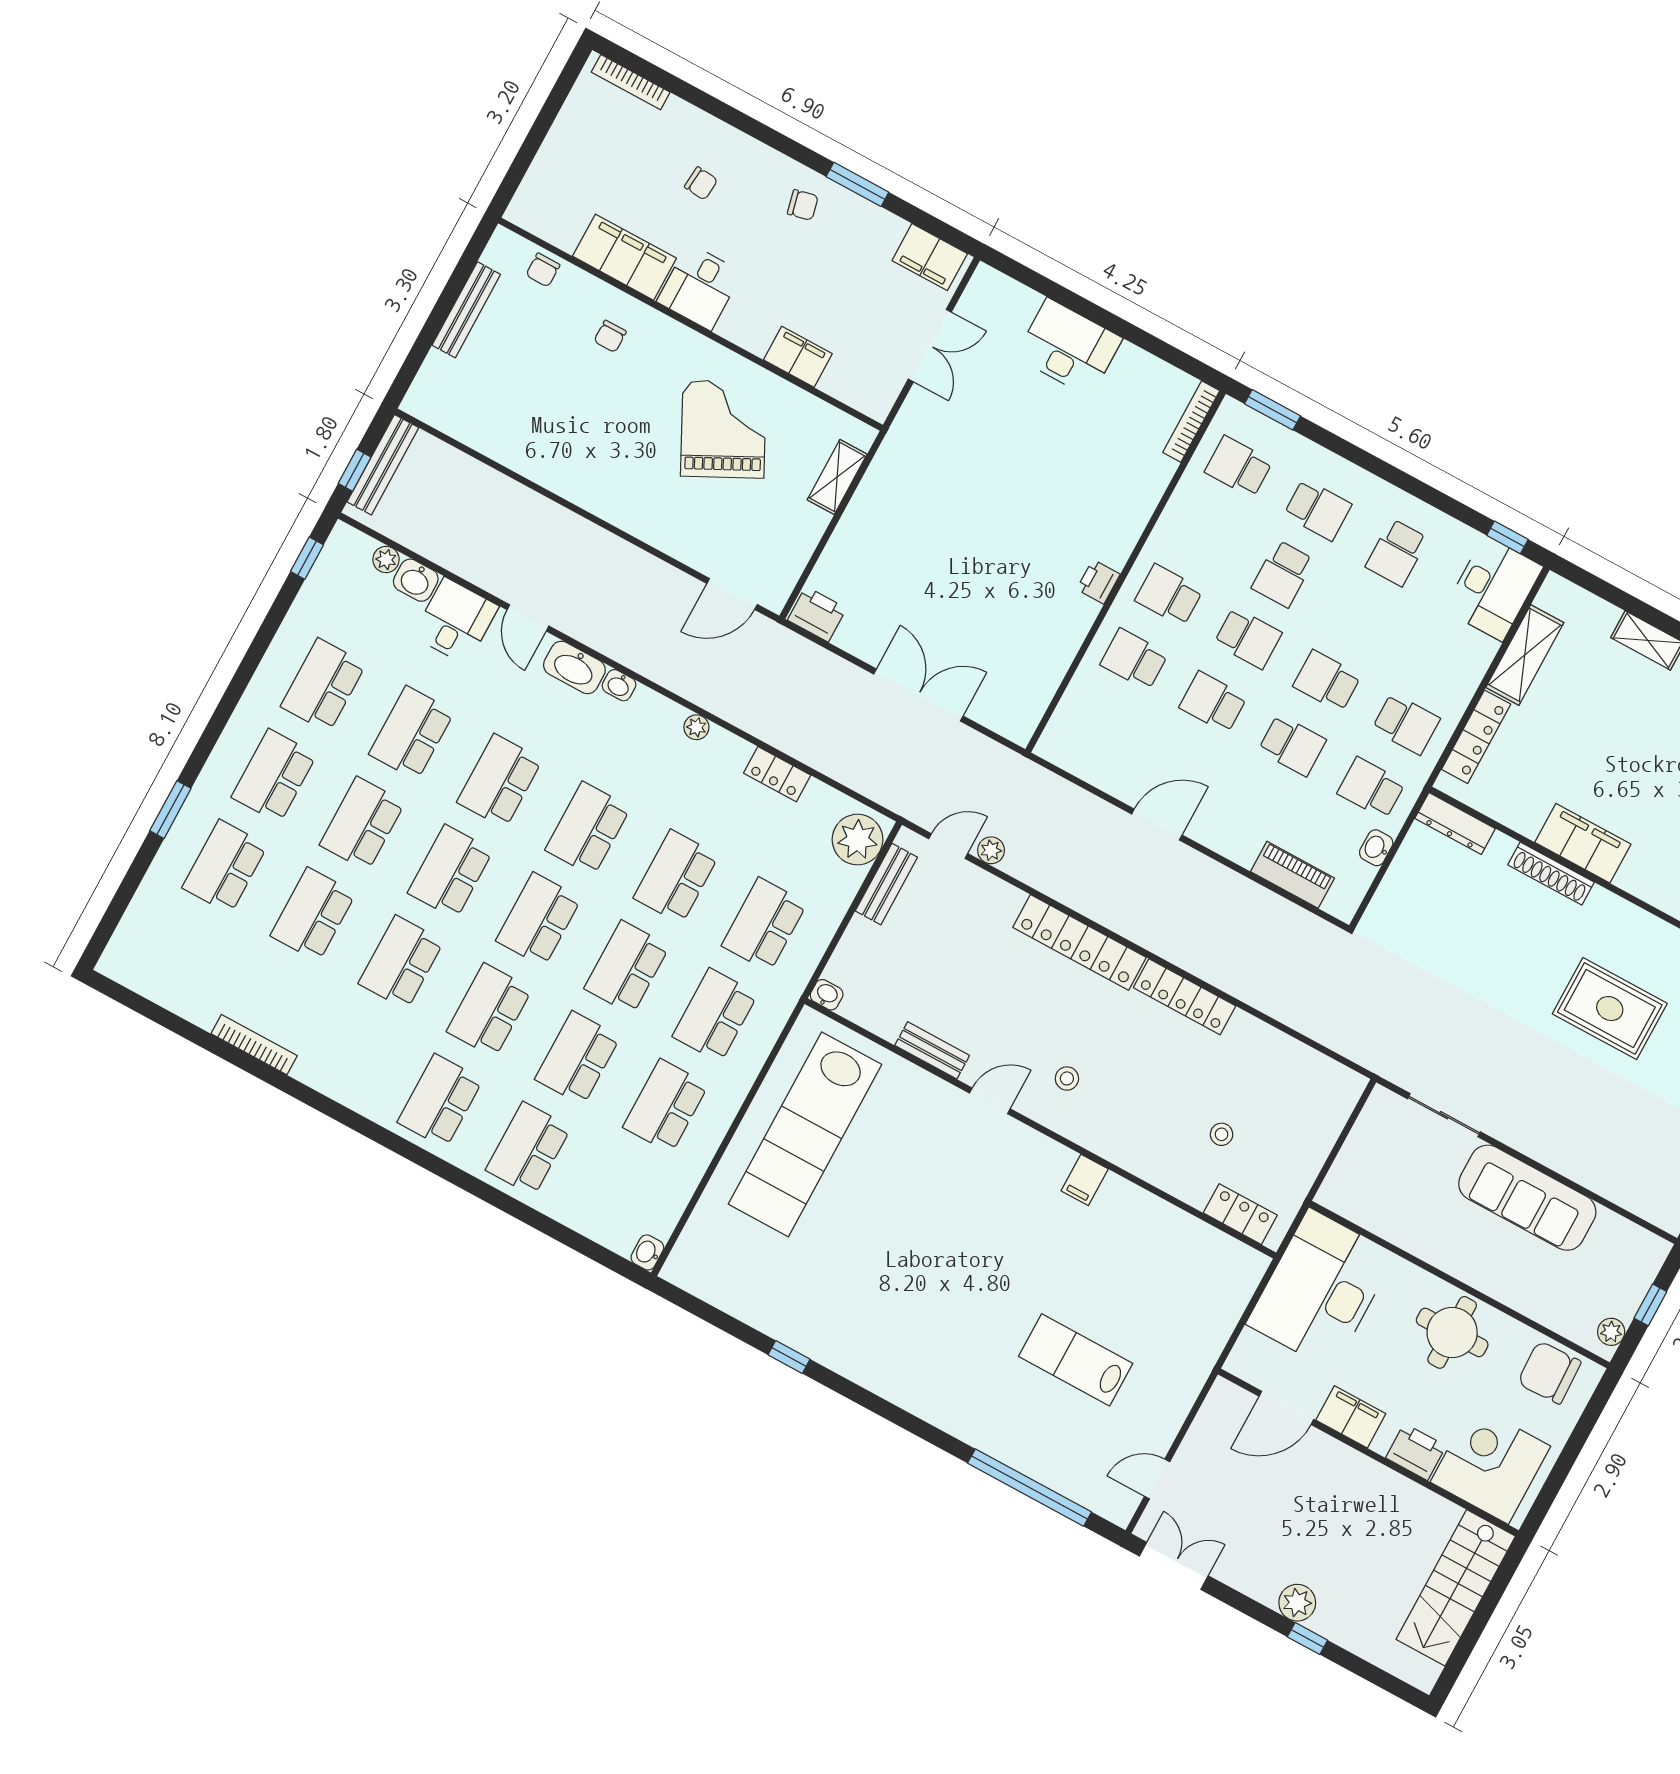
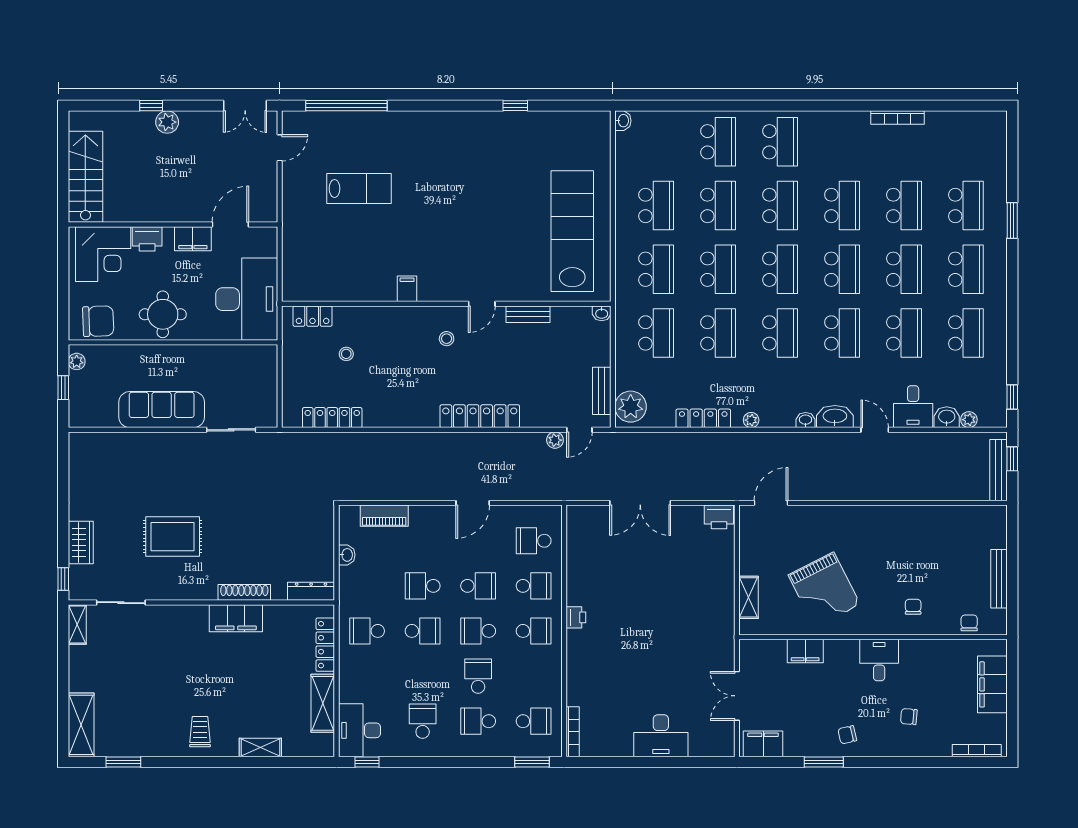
filing cabinet: (624, 257) -> (992, 684), moved, turned 90
locker: (777, 774) -> (703, 418), width x1.53
school desk: (1371, 788) -> (534, 541), moved, turned 180
locker: (1184, 997) -> (332, 418), moved

